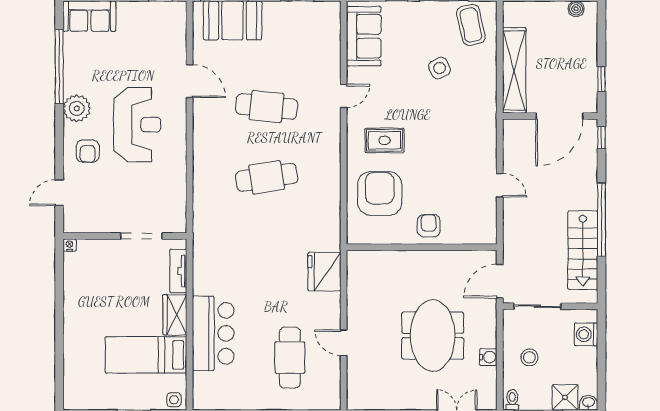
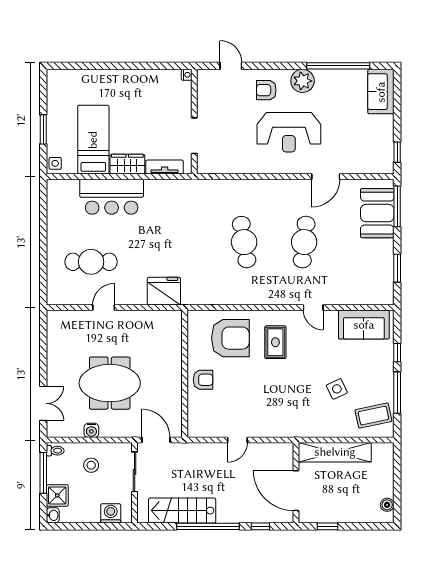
window: (601, 138) -> (260, 526), moved

